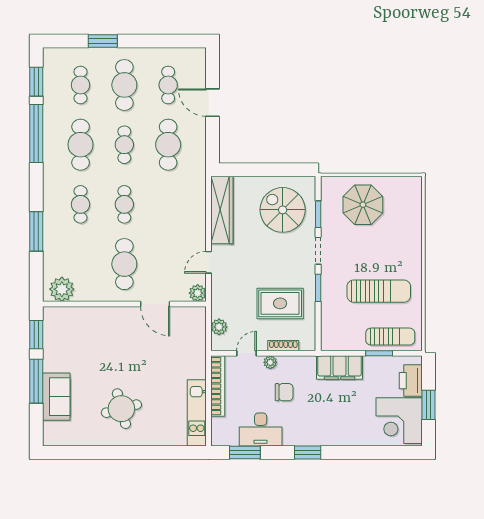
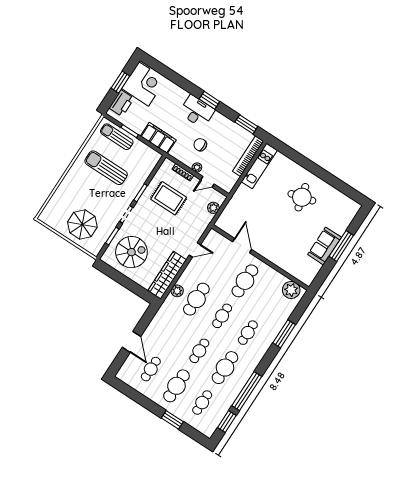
cafe table: (168, 145) -> (196, 299), moved
spiral stairs: (283, 210) -> (131, 252), turned -90
plant: (198, 293) -> (177, 291), moved
window: (36, 335) -> (324, 273), removed
bookcase: (218, 386) -> (248, 156), moved
sofa: (56, 397) -> (325, 246), moved
desk: (261, 430) -> (197, 111), moved

